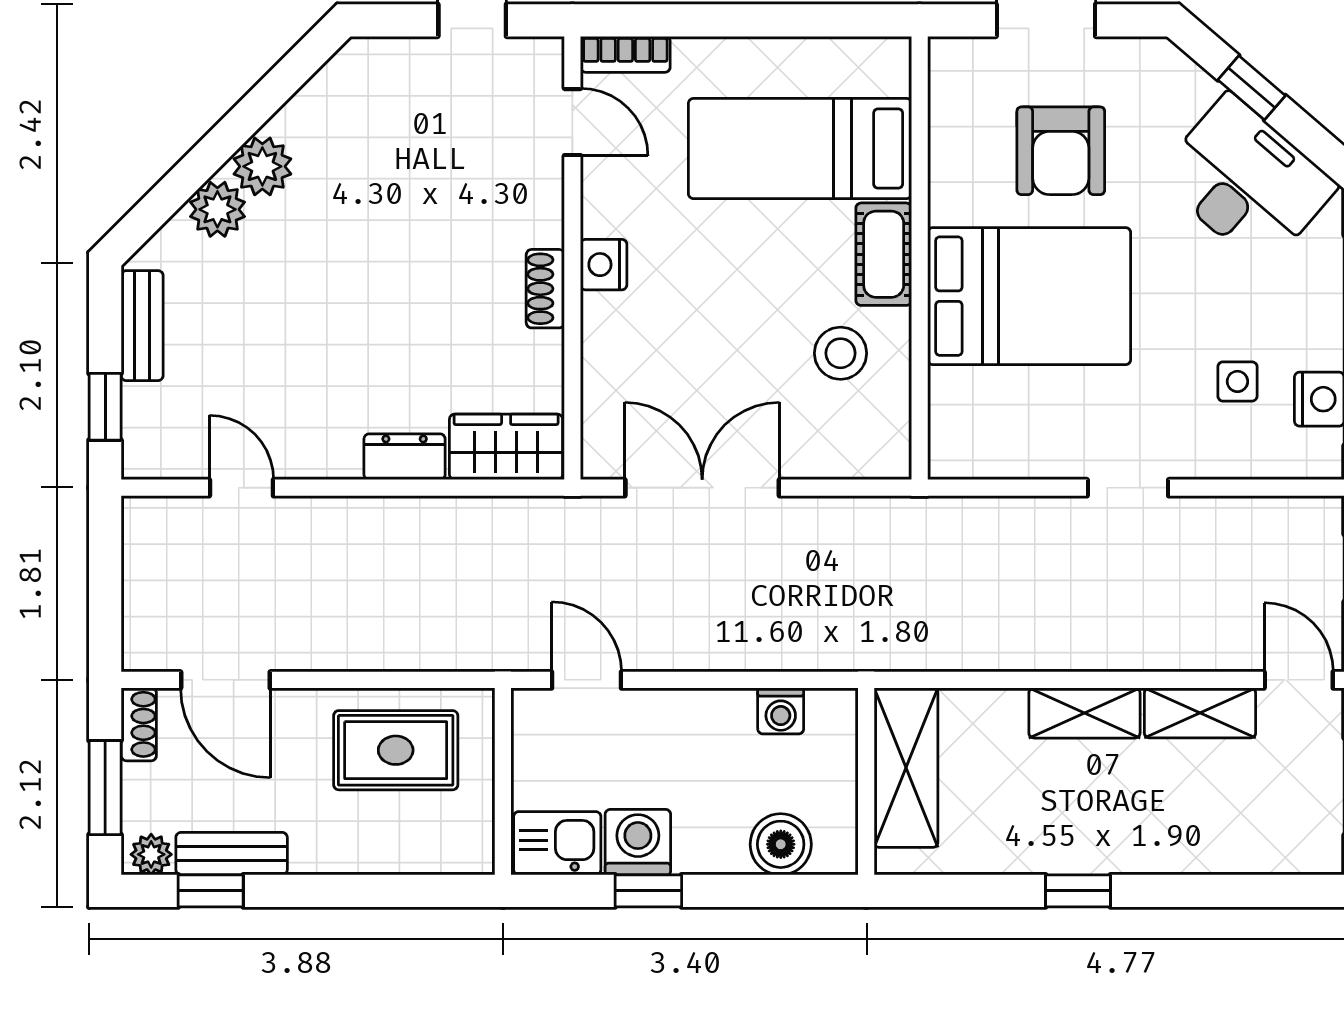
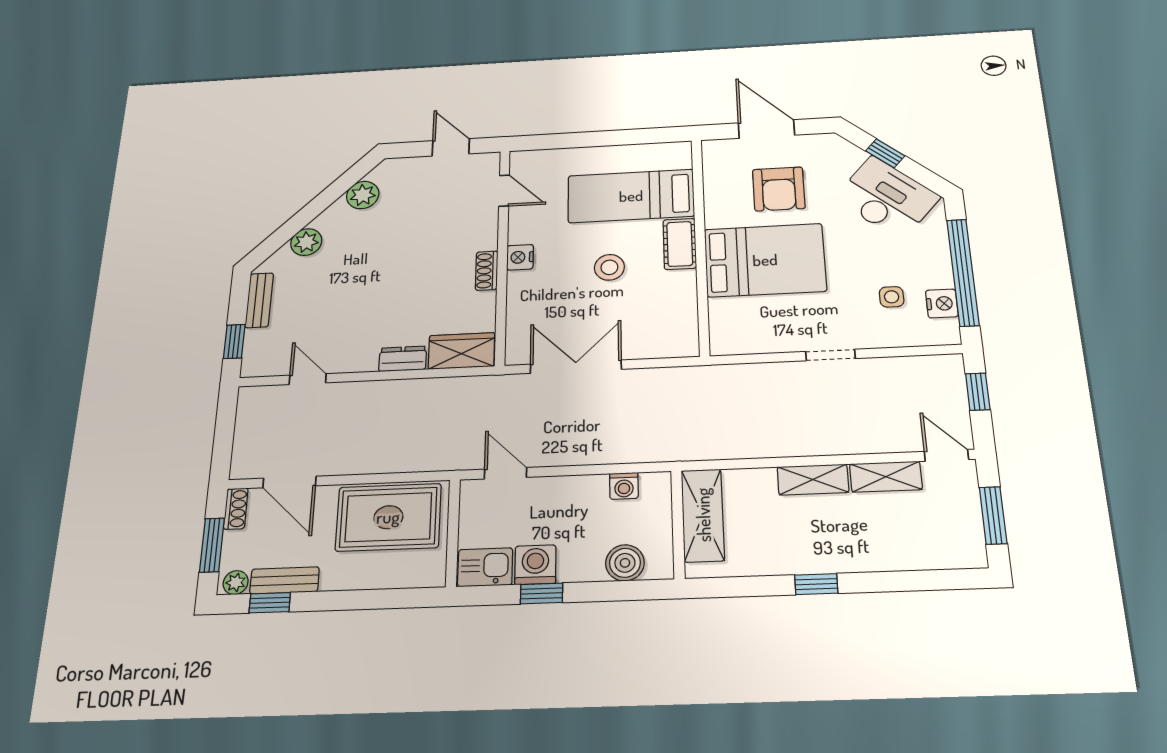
bookcase: (625, 54) -> (534, 158), removed
plant: (262, 166) -> (363, 195), moved
stool: (841, 353) -> (609, 267), moved
rug: (396, 750) -> (388, 517), width x1.36, depth x1.43

